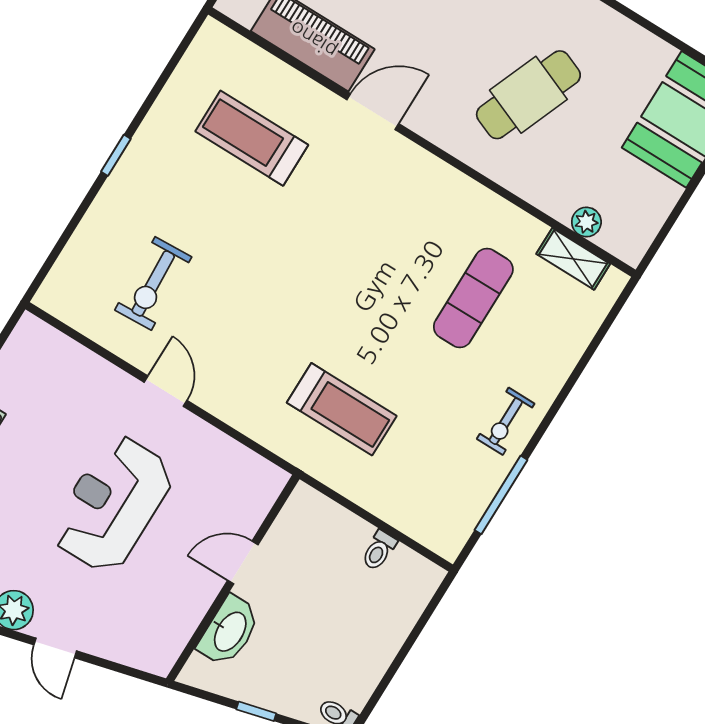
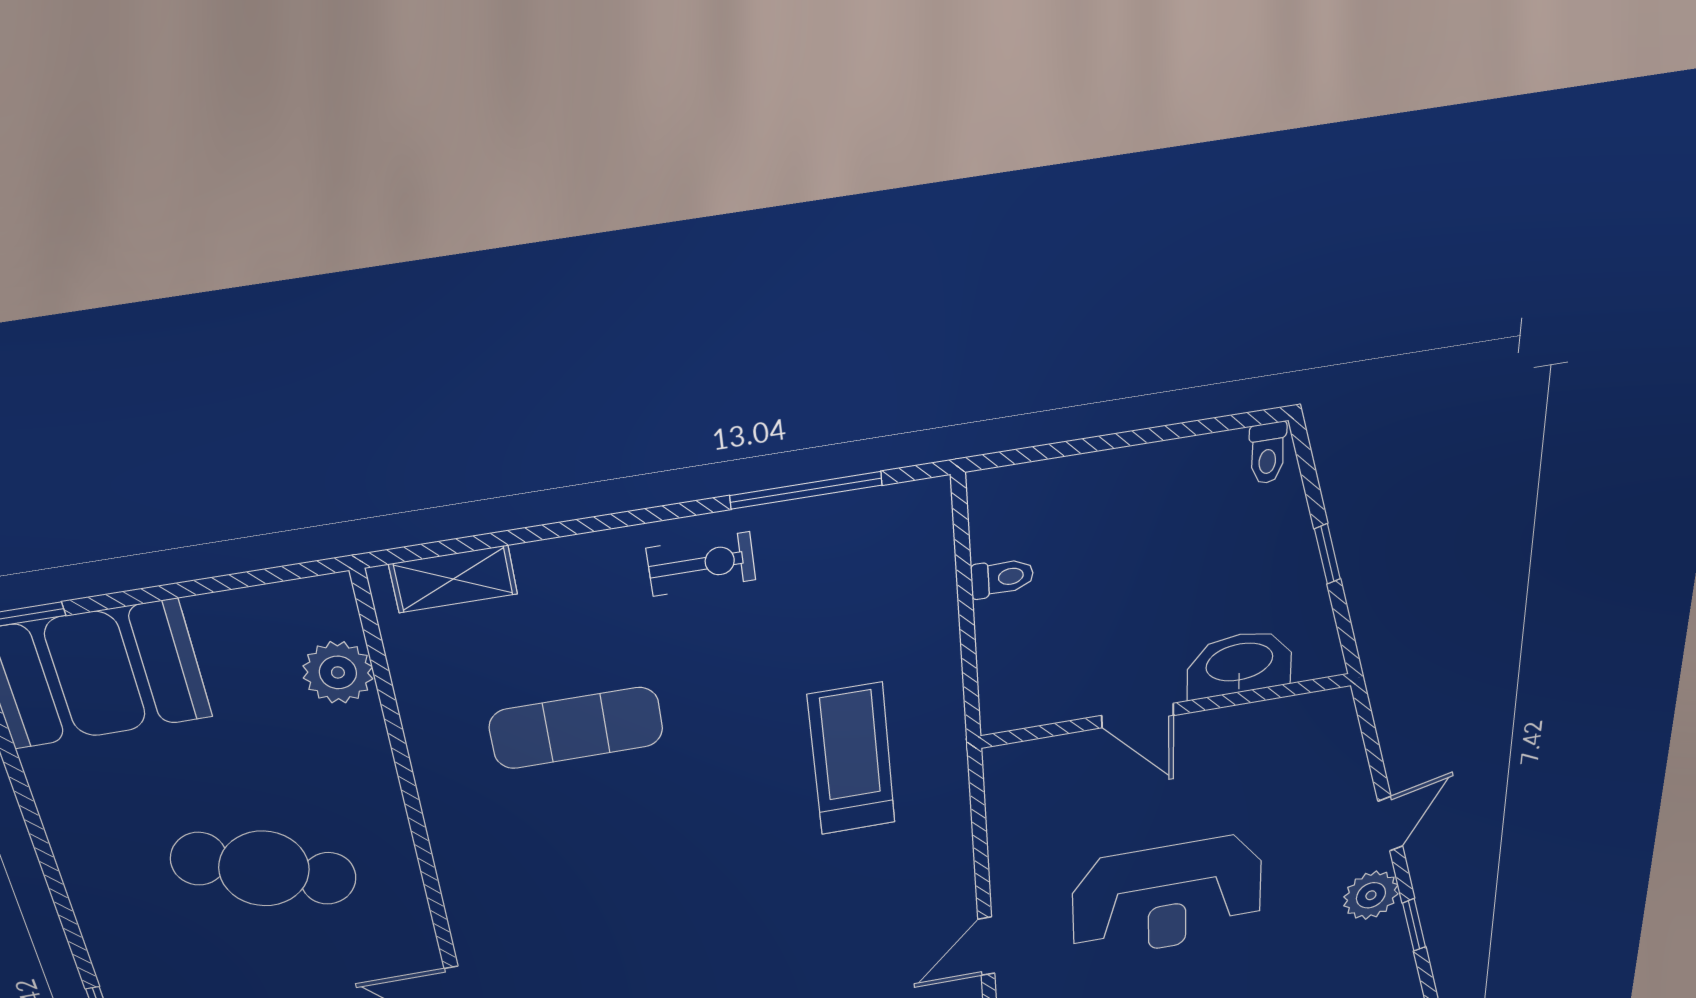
plant: (586, 222) -> (338, 672), width x1.38, depth x1.38
shelving: (573, 259) -> (453, 579), moved, turned 90

